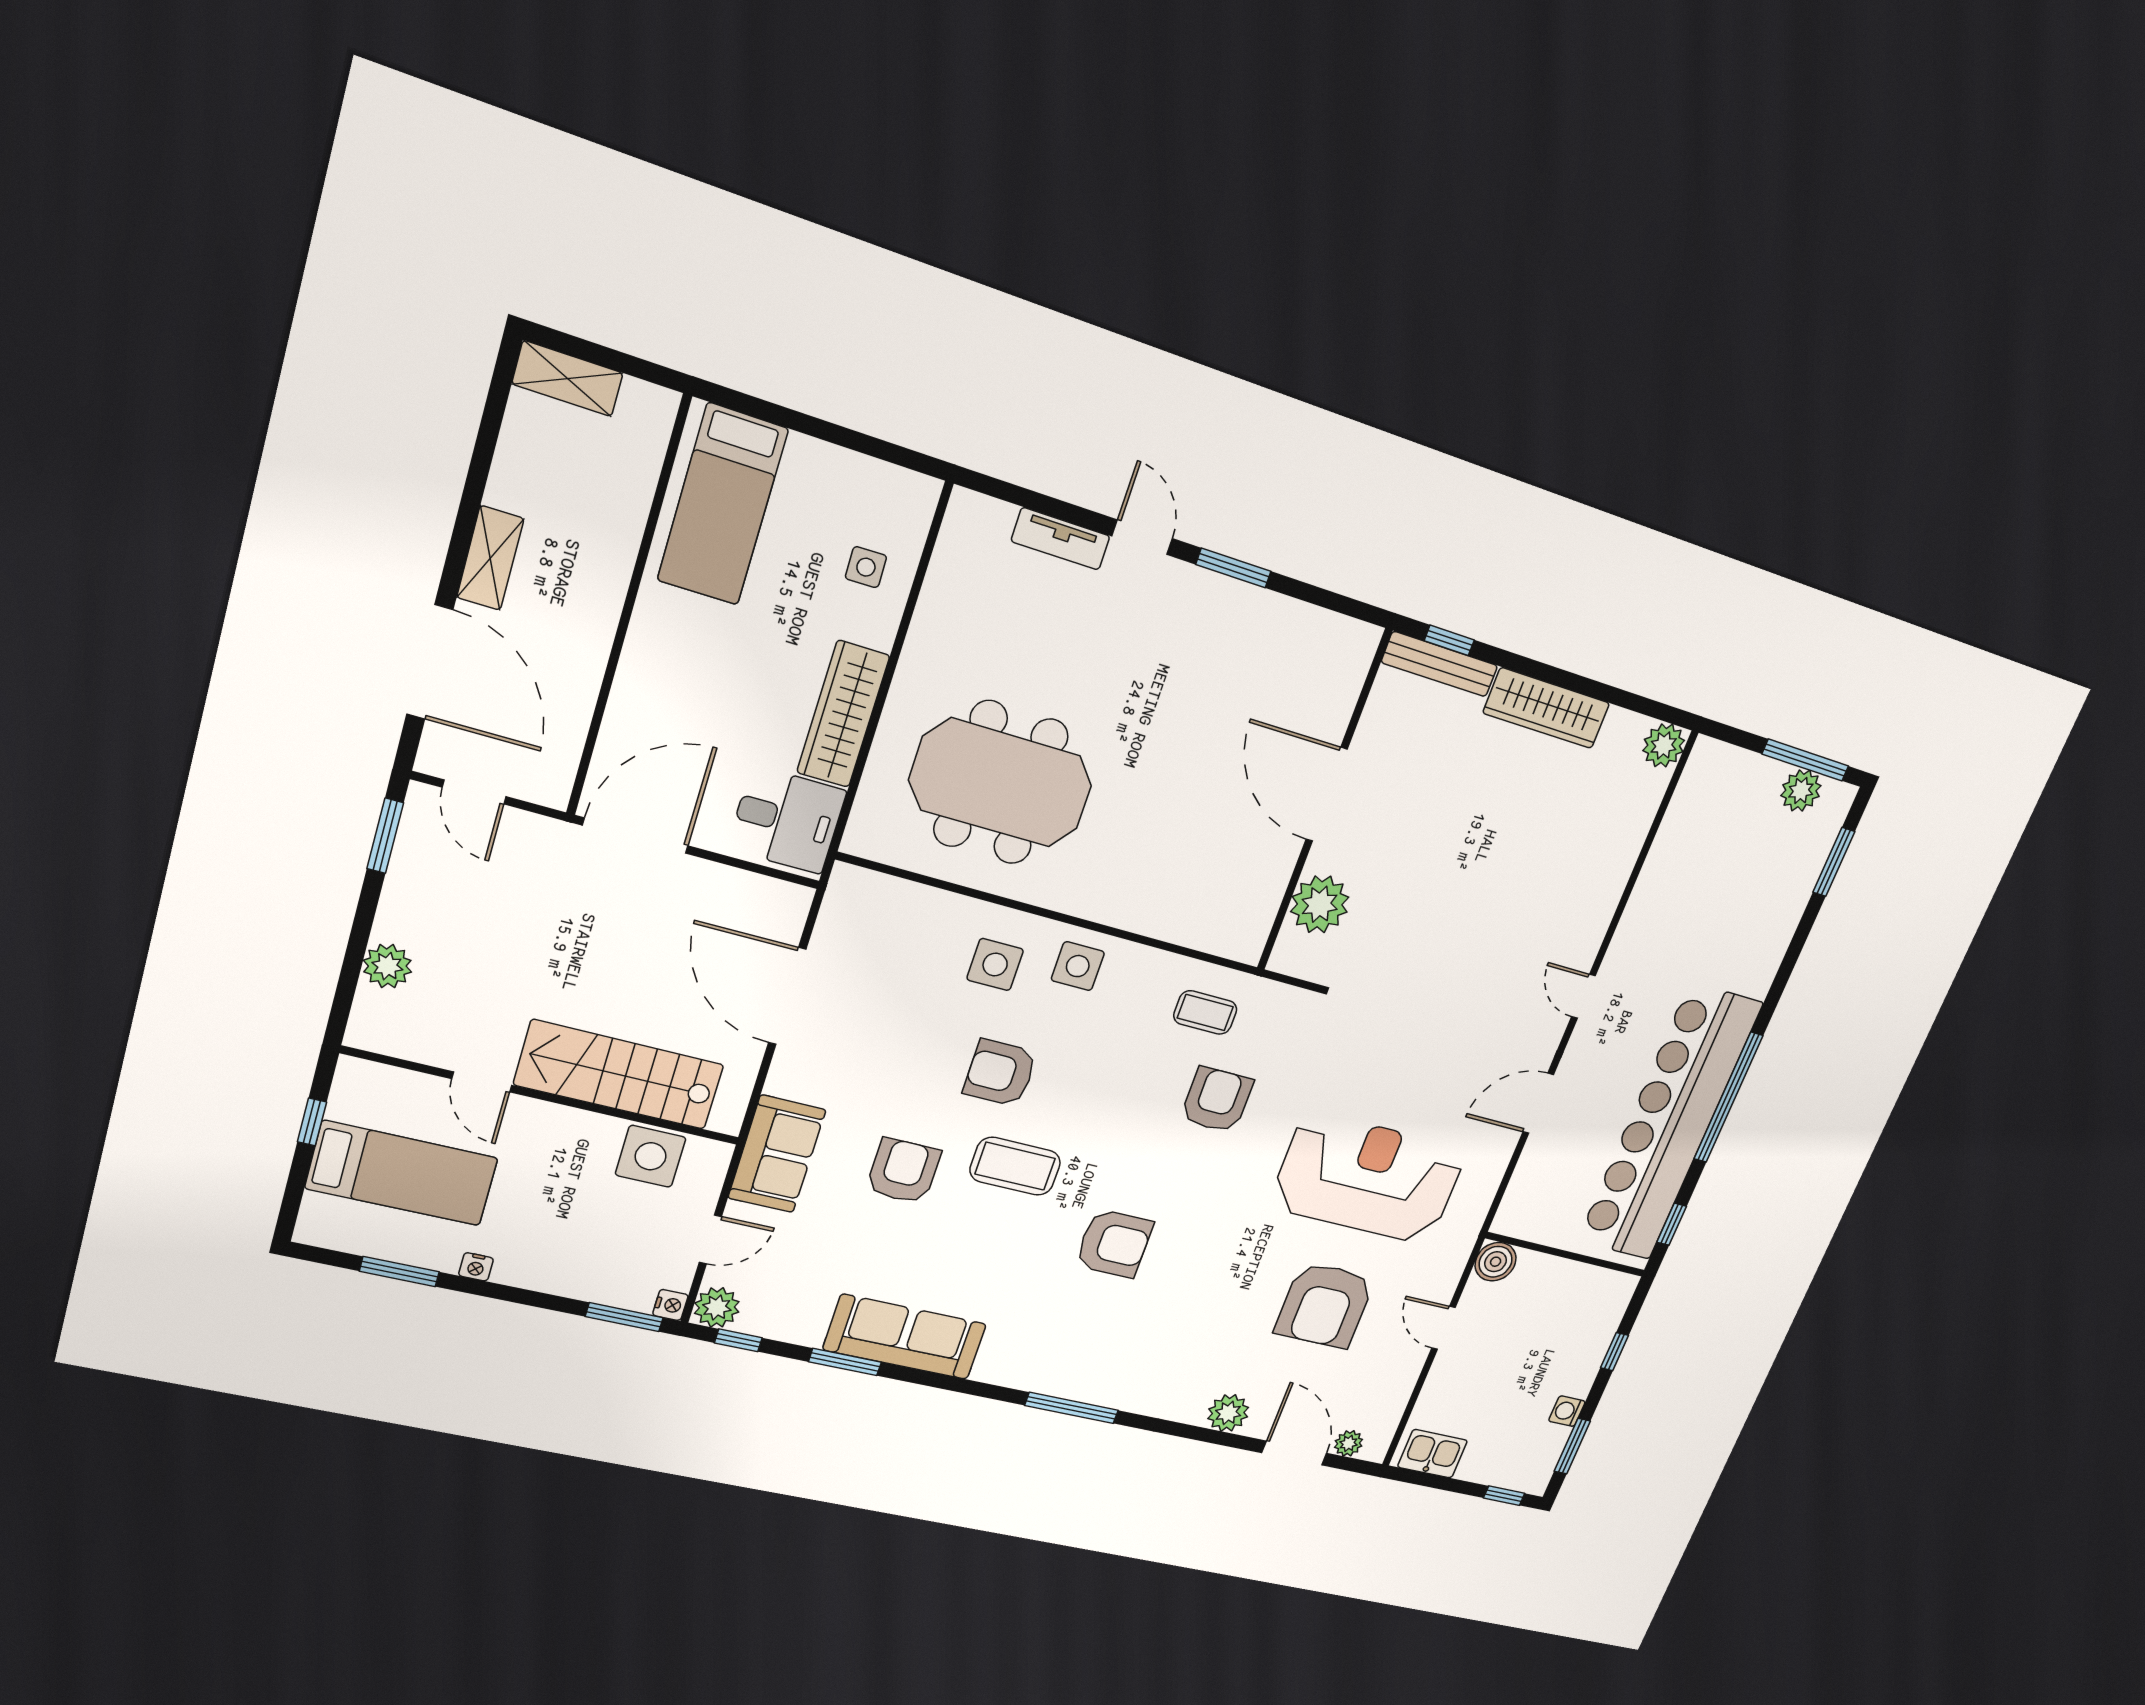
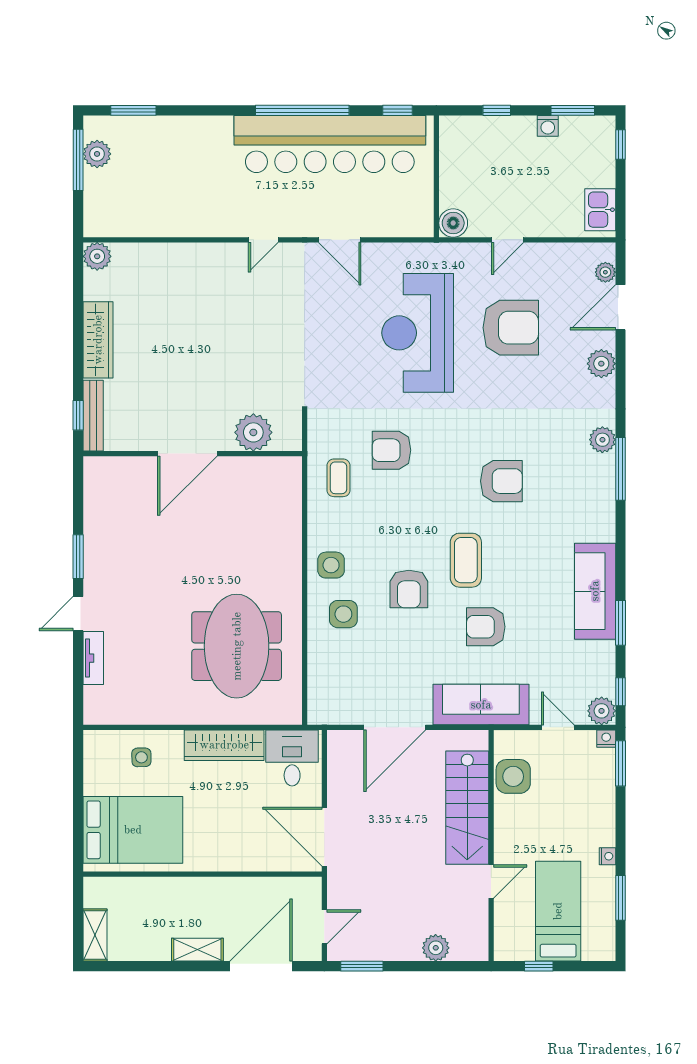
bed: (723, 505) -> (133, 830), width x1.50
sofa: (777, 1154) -> (481, 705), width x1.36
armchair: (1114, 1243) -> (501, 481), turned 90
plant: (1122, 1393) -> (602, 440), added

